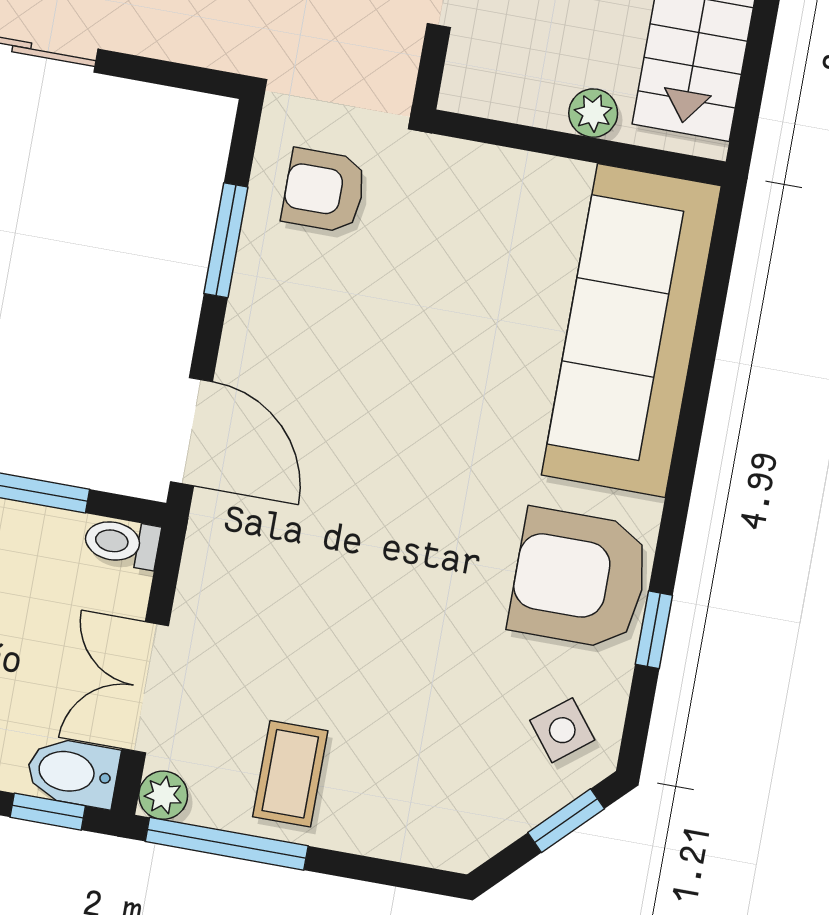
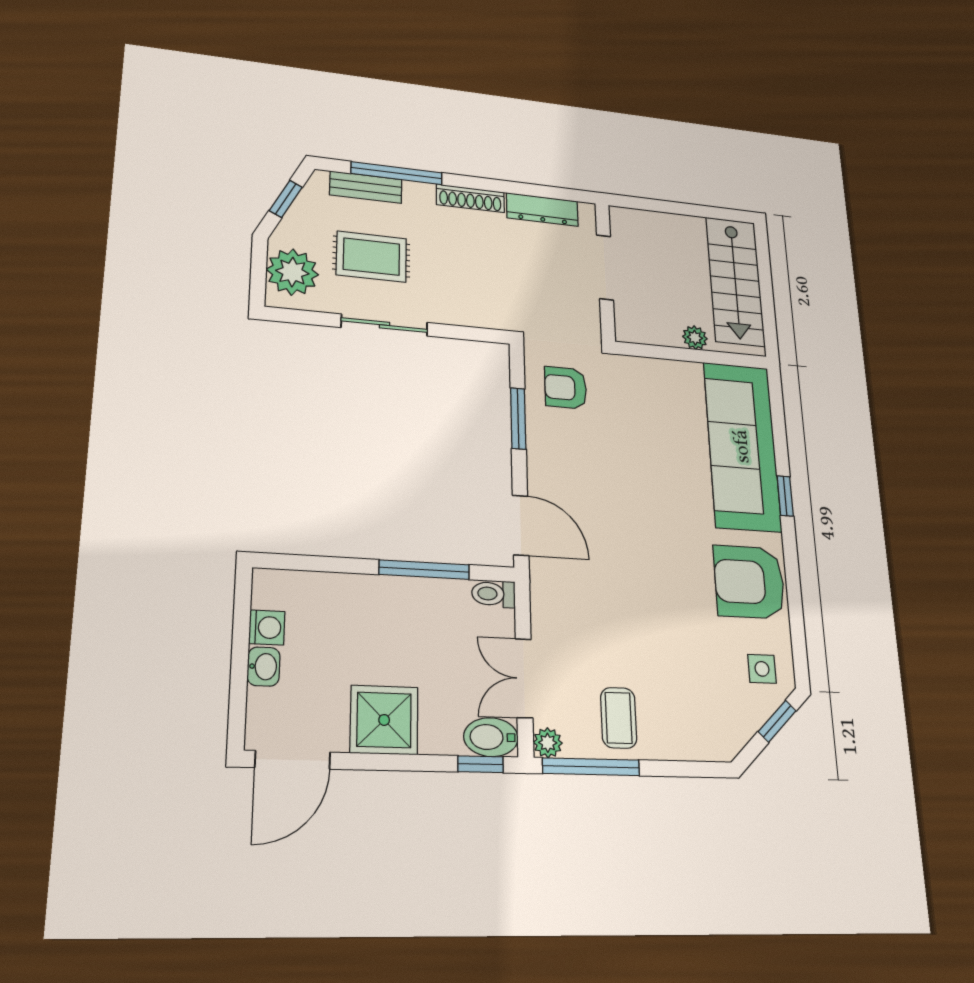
window: (654, 630) -> (785, 496), moved
side table: (562, 730) -> (762, 669), turned 38

